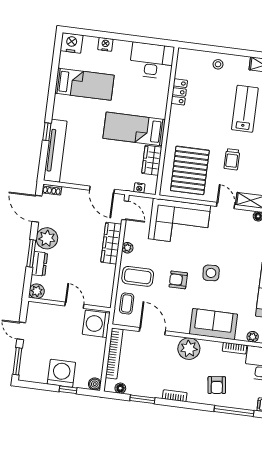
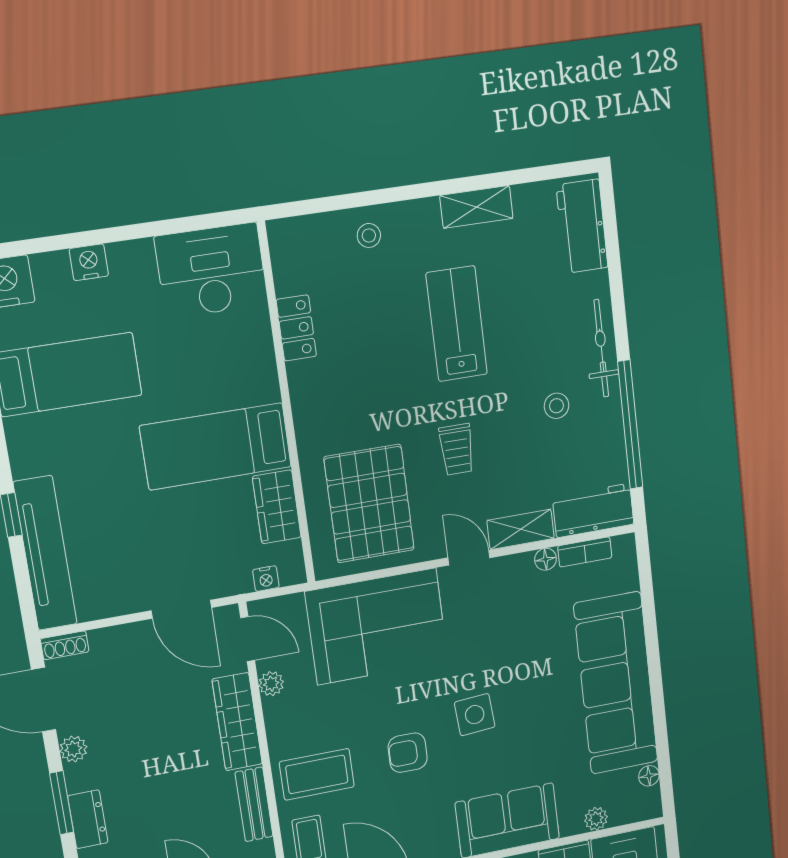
plant: (47, 238) -> (73, 749), width x0.53, depth x0.53
plant: (127, 248) -> (271, 684), moved
bench: (108, 280) -> (254, 804), added

